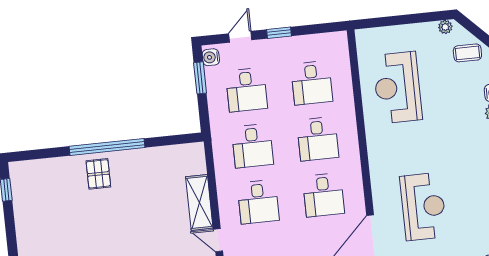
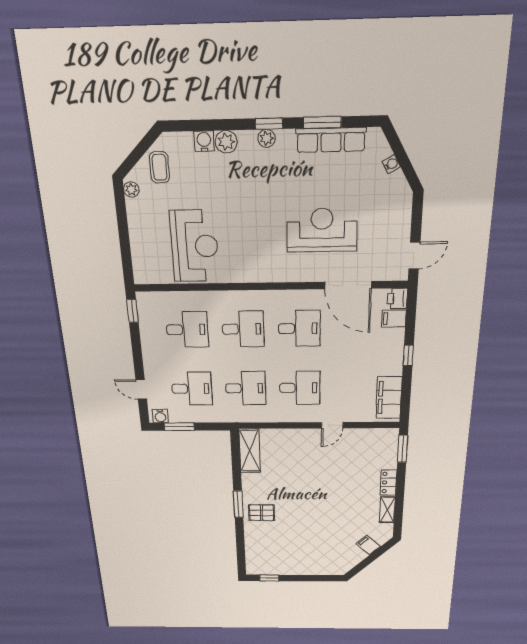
window: (279, 33) -> (132, 311), moved
reception desk: (397, 88) -> (195, 246), turned -90
window: (107, 147) -> (238, 504), width x0.47
shelving: (199, 202) -> (250, 451), moved, turned 90

